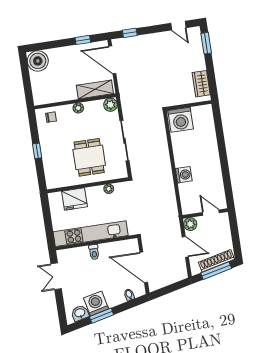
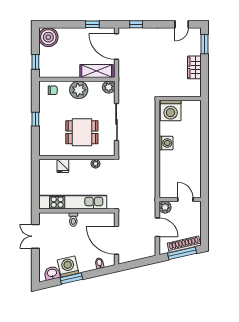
door: (178, 26) -> (182, 24), hinge flipped
wardrobe: (201, 84) -> (194, 67), moved
window: (28, 90) -> (35, 62), added
plant: (78, 108) -> (79, 90), width x1.87, depth x1.87
dining table: (89, 157) -> (82, 132), turned 90
washing machine: (184, 175) -> (166, 143), moved
fridge: (75, 199) -> (63, 166), width x0.53, depth x0.75

